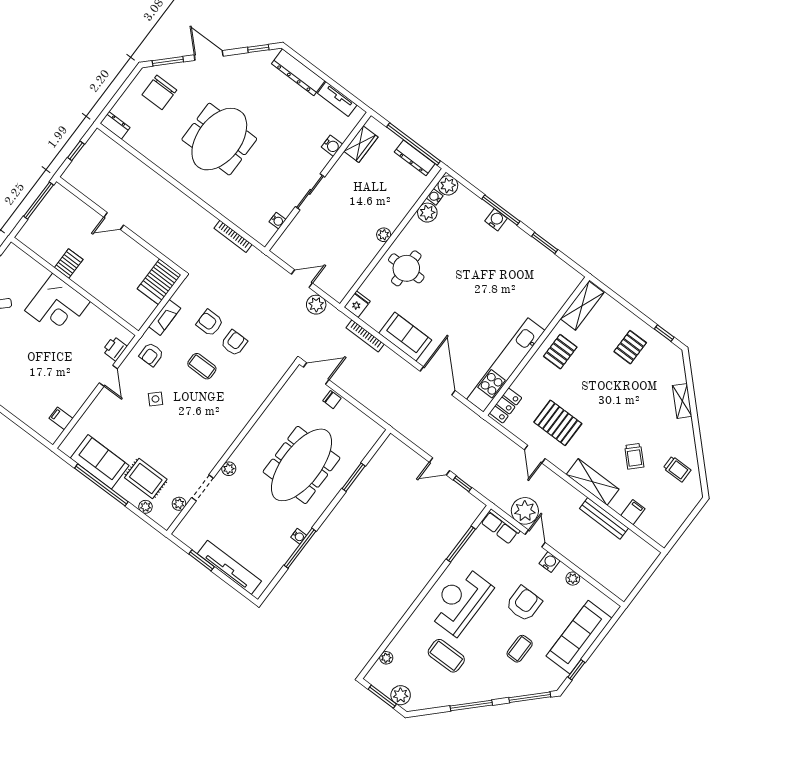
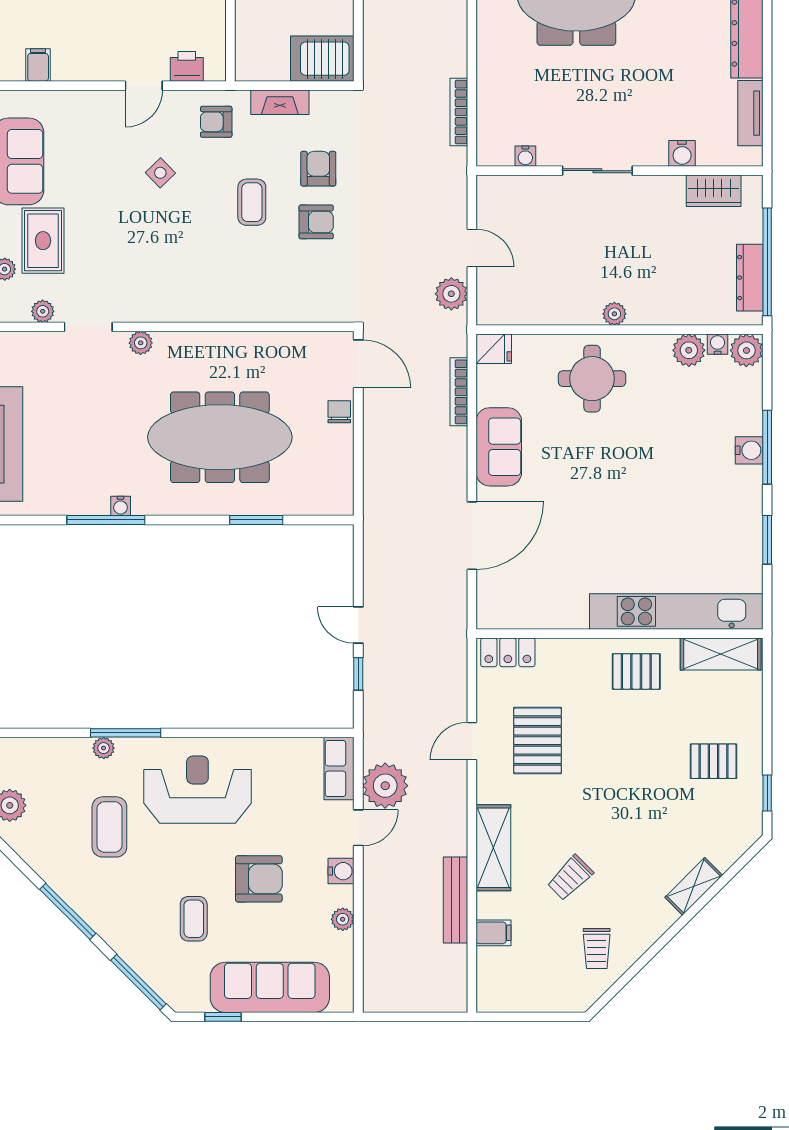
kitchen unit: (506, 365) -> (676, 611), moved
chair: (332, 400) -> (339, 412), turned 180
window: (461, 544) -> (126, 733), moved
coffee table: (520, 649) -> (194, 919), turned 90
plant: (386, 658) -> (104, 748), moved

